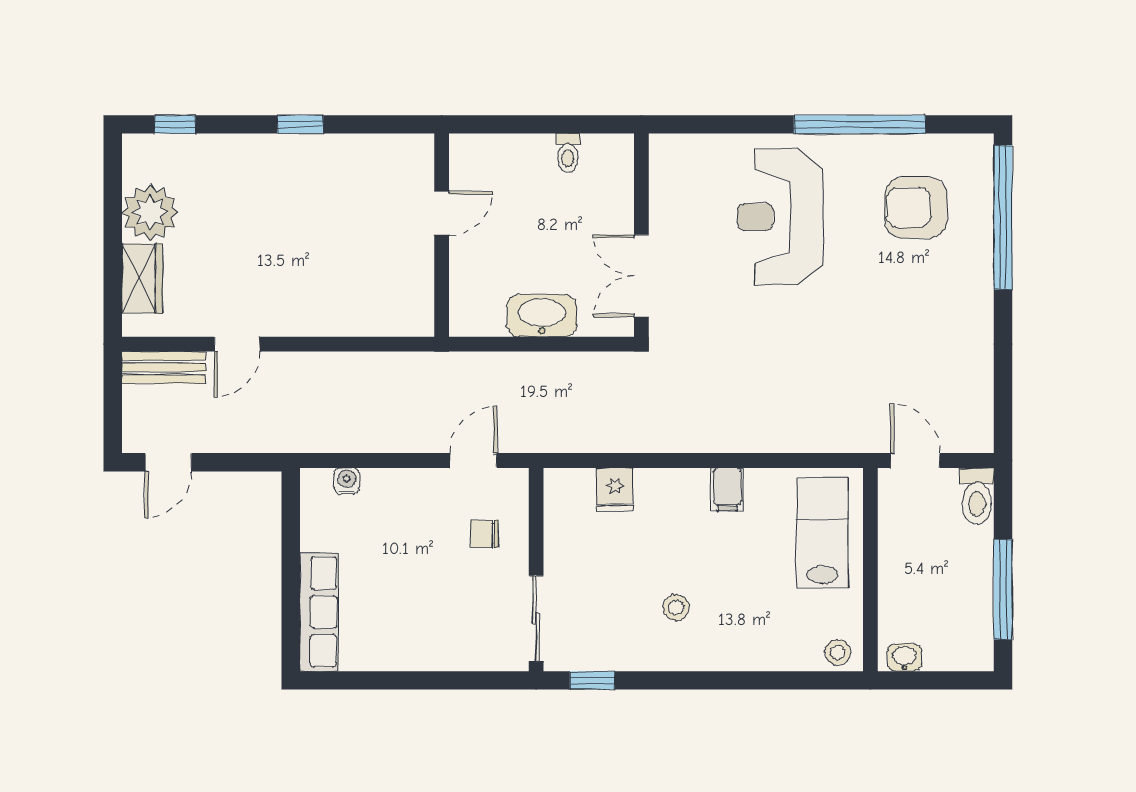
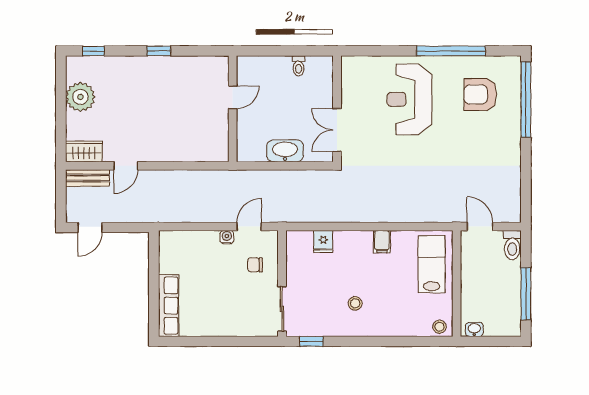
wardrobe: (142, 278) -> (84, 151), moved, turned -90
water cooler: (347, 481) -> (227, 237), moved

